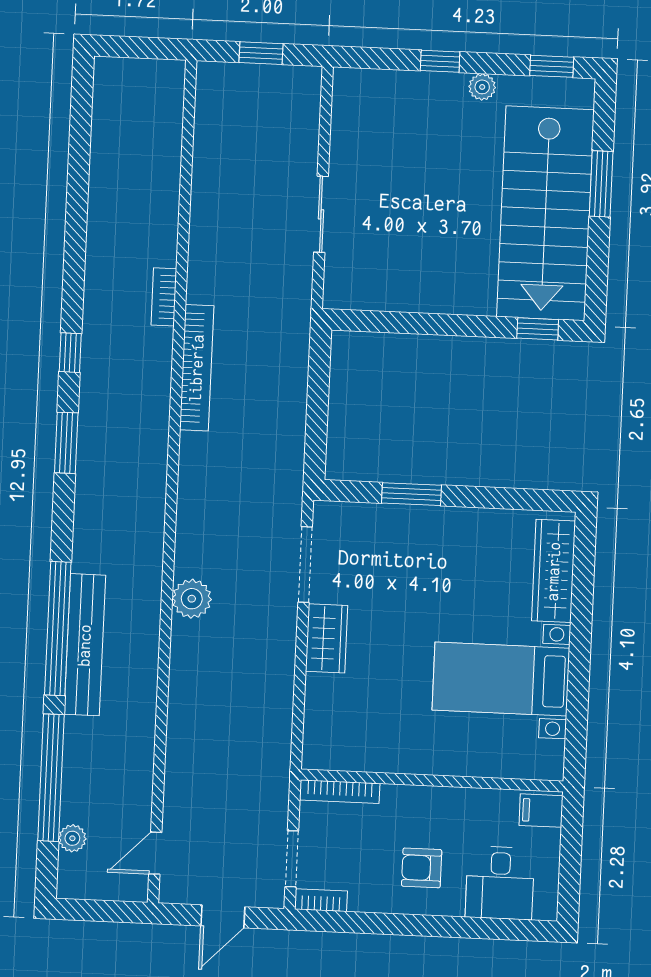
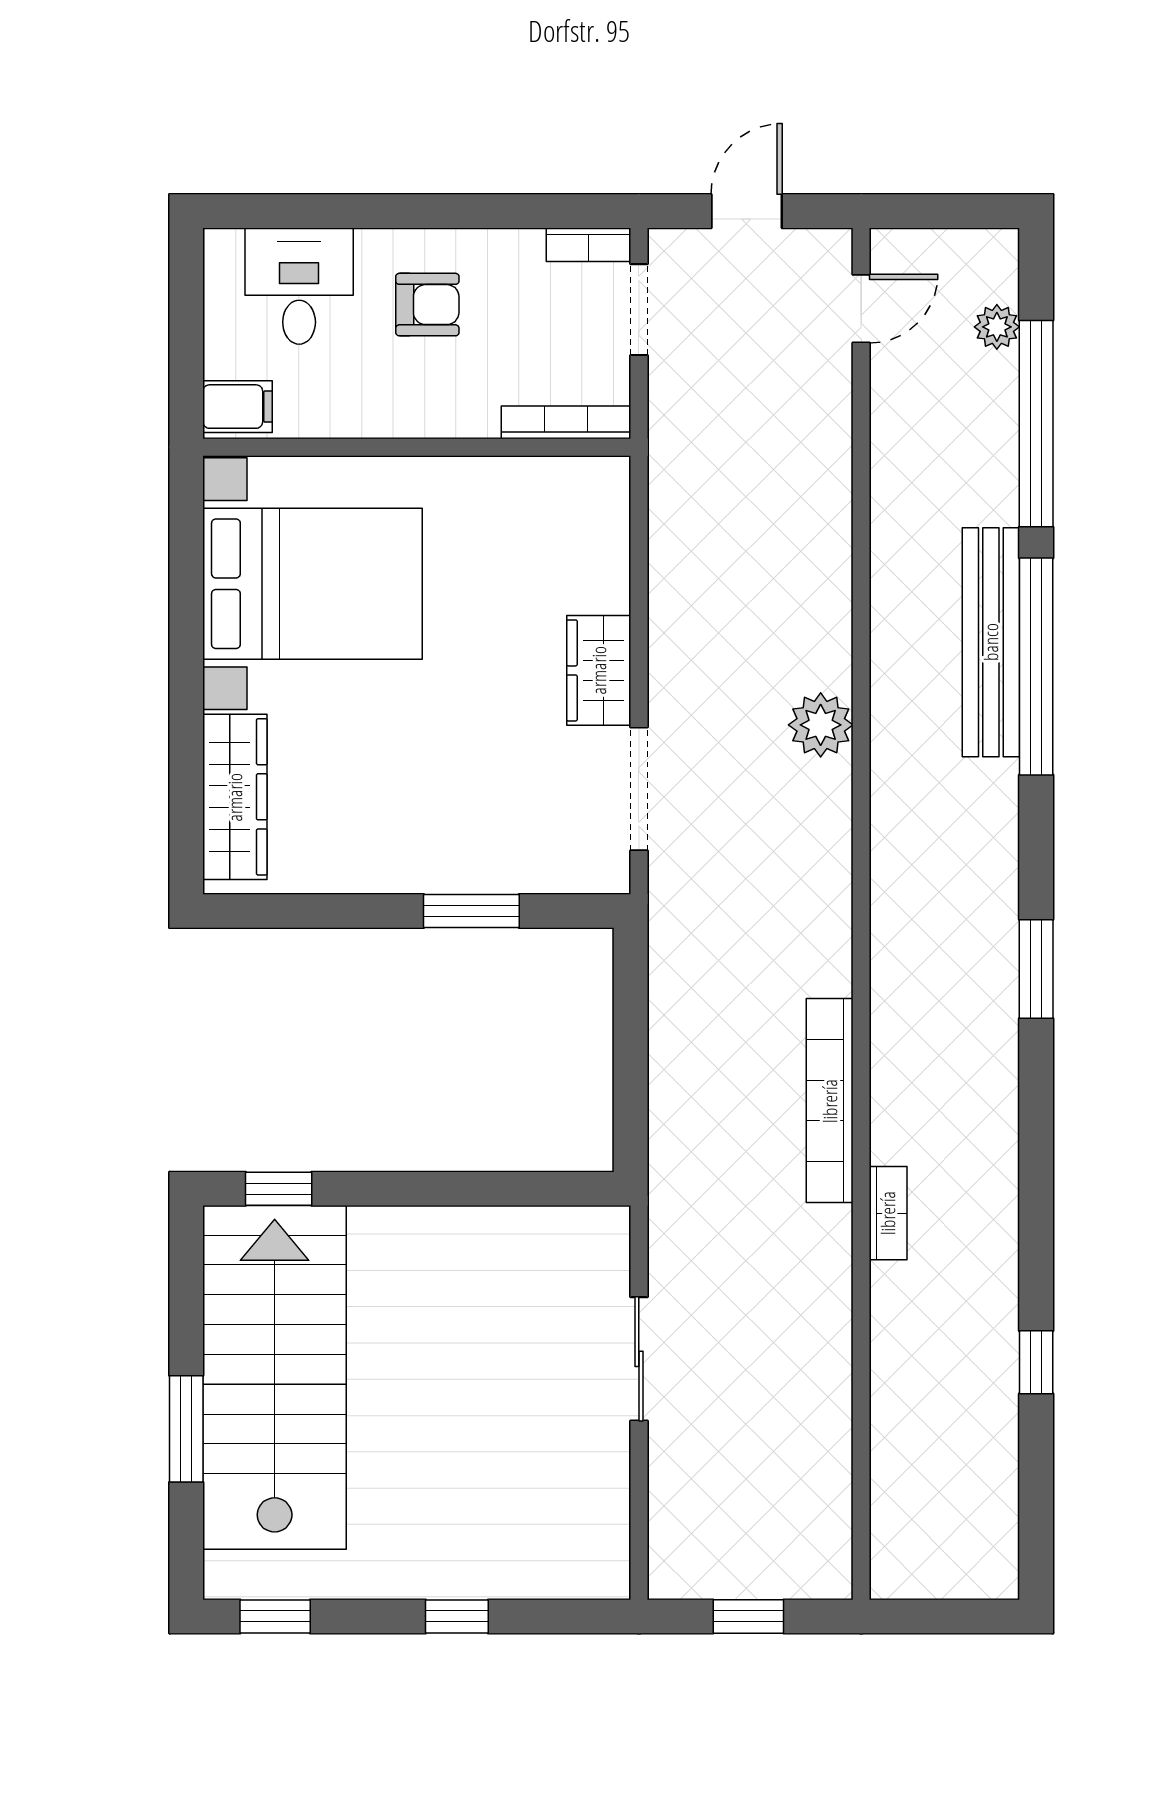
plant: (482, 87) -> (387, 1578), removed
window: (70, 353) -> (1036, 1362), moved
bed with nightstands: (501, 679) -> (312, 584), width x1.36

